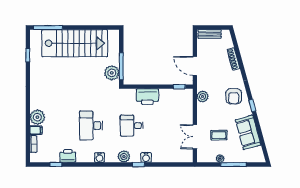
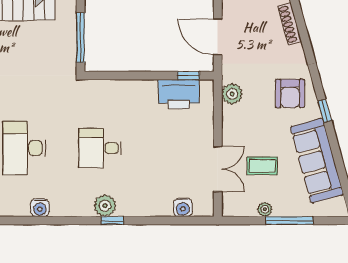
plant: (112, 73) -> (63, 50), removed
printer: (147, 97) -> (179, 94), moved
sofa: (248, 132) -> (317, 161), width x1.36
double door: (195, 137) -> (218, 169), swing flipped
plant: (124, 156) -> (105, 206), moved
water cooler: (146, 157) -> (183, 207), moved

